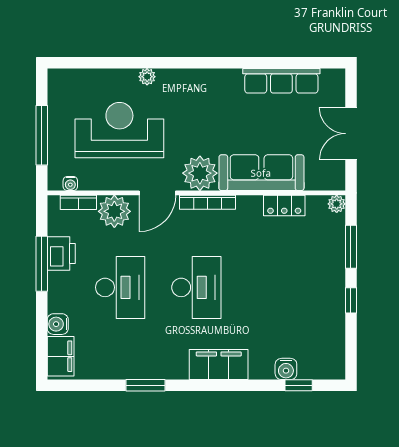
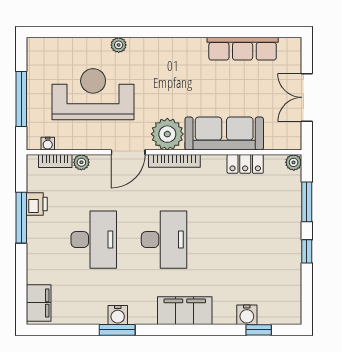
plant: (114, 211) -> (81, 162), width x0.53, depth x0.53
printer: (61, 253) -> (37, 204), width x0.73, depth x0.81
water cooler: (58, 324) -> (118, 315), moved, turned -90

